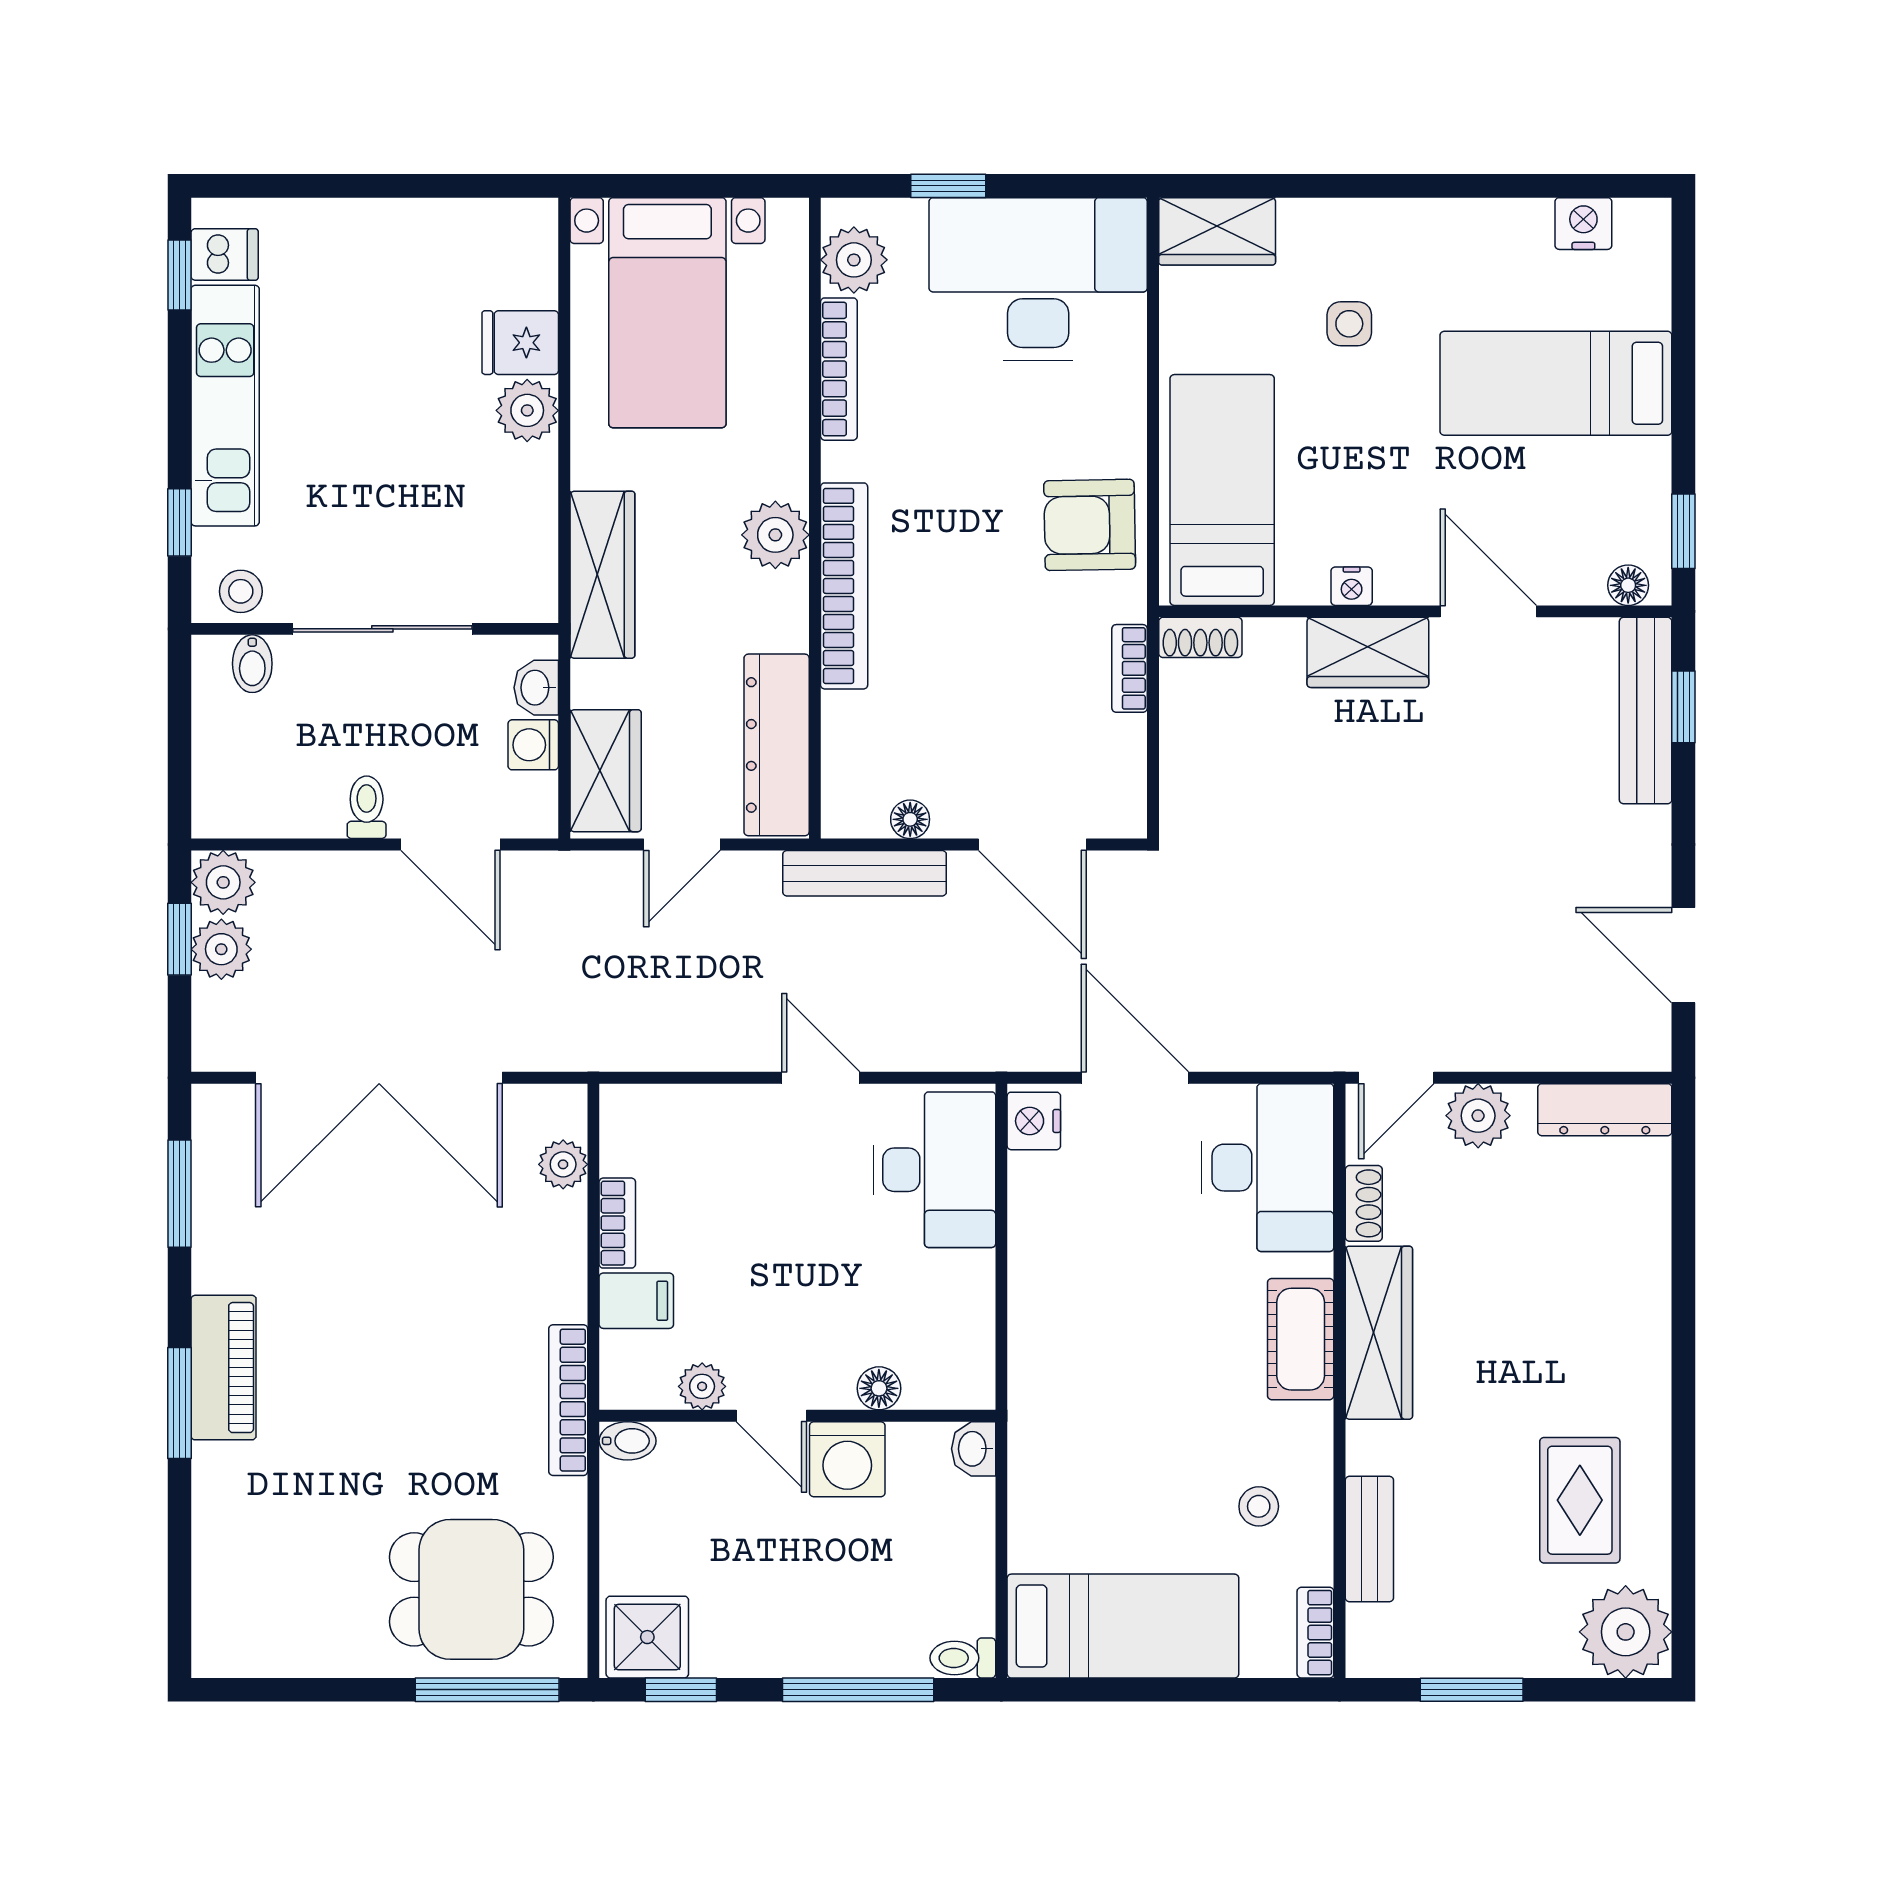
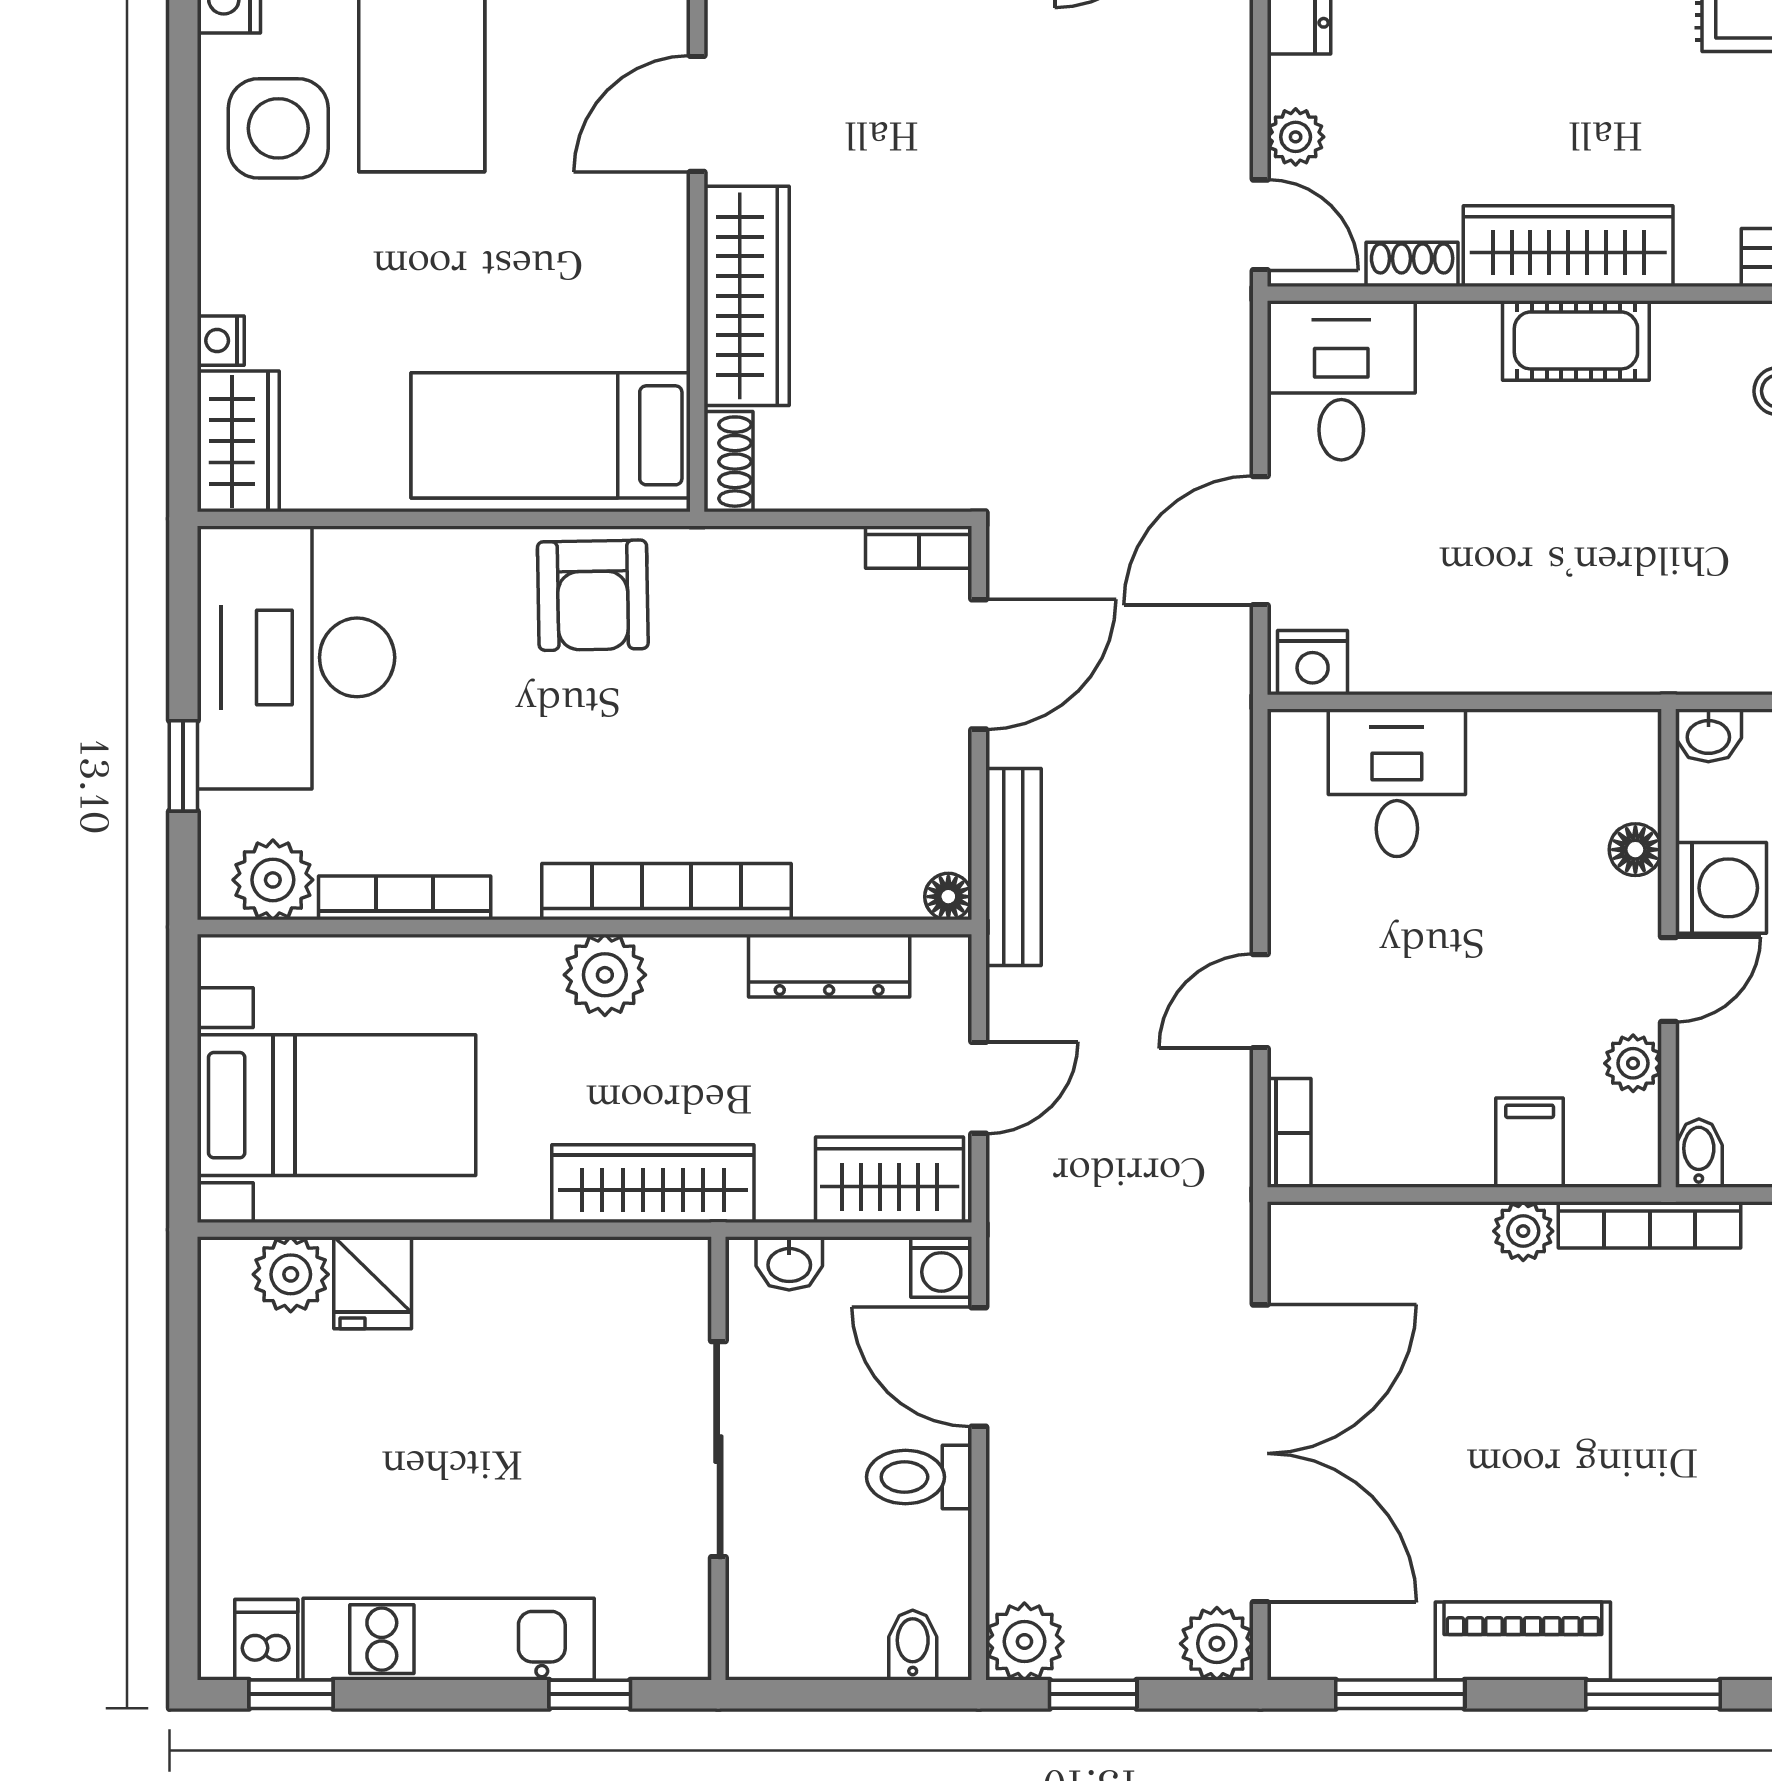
side table: (1349, 324) -> (278, 128), moved, width x1.87, depth x1.87
plant: (527, 410) -> (291, 1274), moved
nightstand: (1352, 586) -> (221, 341), moved, turned 180
stool: (241, 591) -> (673, 1620), removed
wardrobe: (1368, 652) -> (747, 296), width x1.50
bidet: (252, 664) -> (913, 1645), moved, turned -90
bookcase: (1130, 668) -> (919, 547), moved
washing machine: (533, 745) -> (941, 1267), moved
dresser: (777, 745) -> (829, 966), width x0.73, depth x0.80
toilet: (367, 807) -> (919, 1477), width x1.37, depth x1.39
floor lamp: (910, 819) -> (948, 897), moved
door: (451, 845) -> (979, 1367), swing flipped
door: (682, 845) -> (979, 1088), hinge flipped
plant: (221, 949) -> (1217, 1644), moved
door: (821, 1078) -> (1260, 1001), moved
plant: (1478, 1116) -> (1296, 137), width x0.73, depth x0.73
plant: (563, 1164) -> (1523, 1231), moved
desk: (1268, 1168) -> (1341, 380), width x0.73
desk: (934, 1170) -> (1397, 783), width x0.73
bookcase: (617, 1223) -> (1289, 1133), moved, turned 90
piano: (224, 1368) -> (1523, 1641), moved

